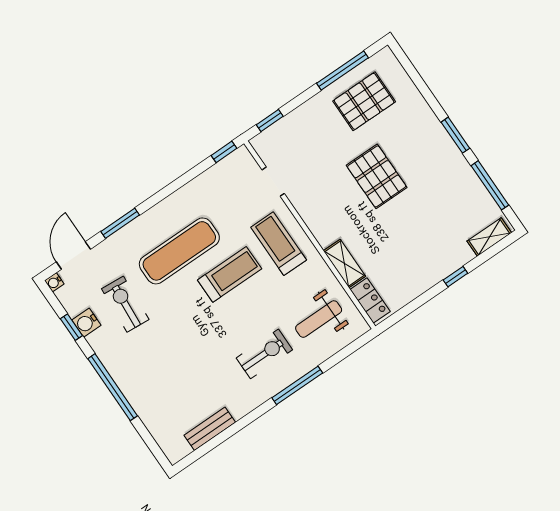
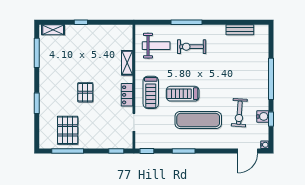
pallet: (364, 101) -> (68, 130), turned 90
window: (455, 135) -> (37, 103), moved
pallet: (377, 176) -> (85, 92), width x0.67, depth x0.71
window: (120, 223) -> (184, 151), moved
locker: (370, 300) -> (127, 95), moved

